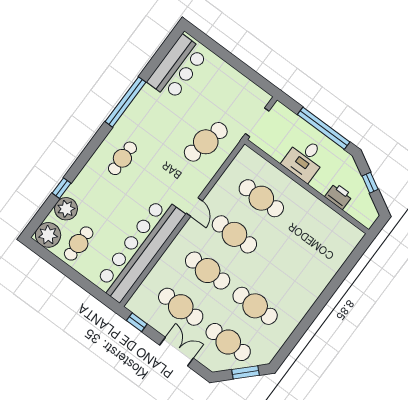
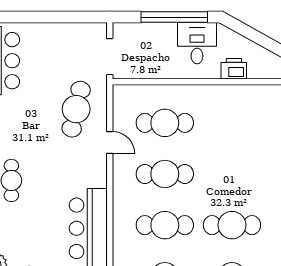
desk: (305, 159) -> (197, 43), moved, turned 180
window: (370, 183) -> (253, 35), removed
door: (194, 207) -> (110, 142), moved

